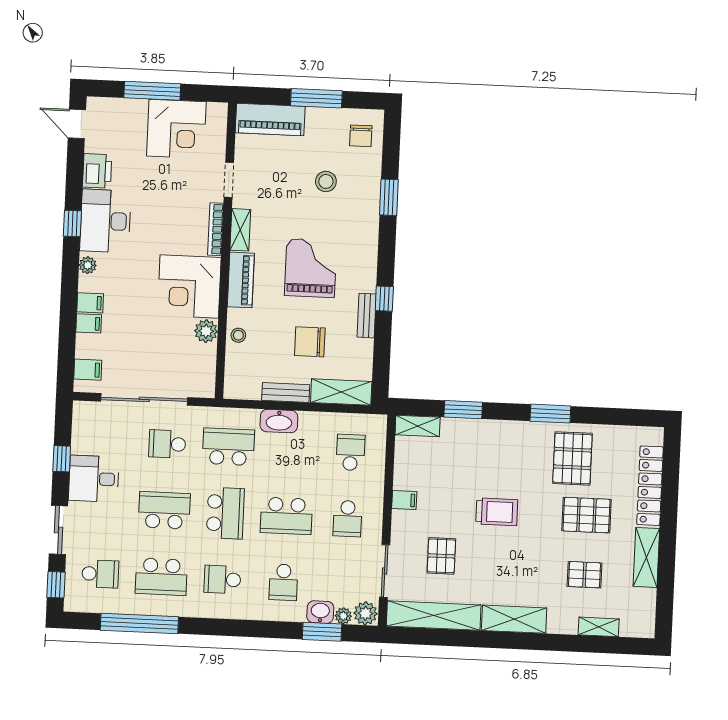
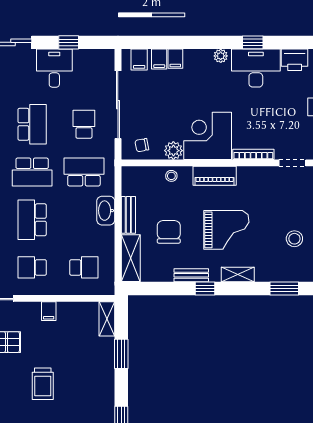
shelving: (240, 230) -> (238, 274), moved
filing cabinet: (90, 303) -> (159, 59), moved
chair: (197, 371) -> (142, 145), added
school desk: (228, 447) -> (84, 172), turned -90

